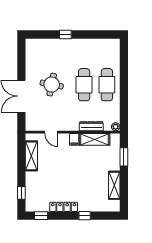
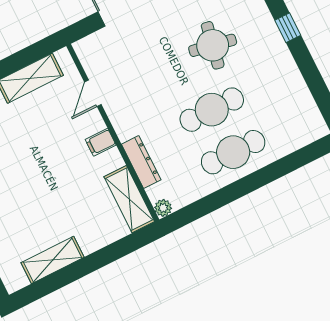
round table: (52, 85) -> (213, 45), moved
shelving: (95, 139) -> (129, 199), moved
window: (124, 157) -> (115, 251), removed

